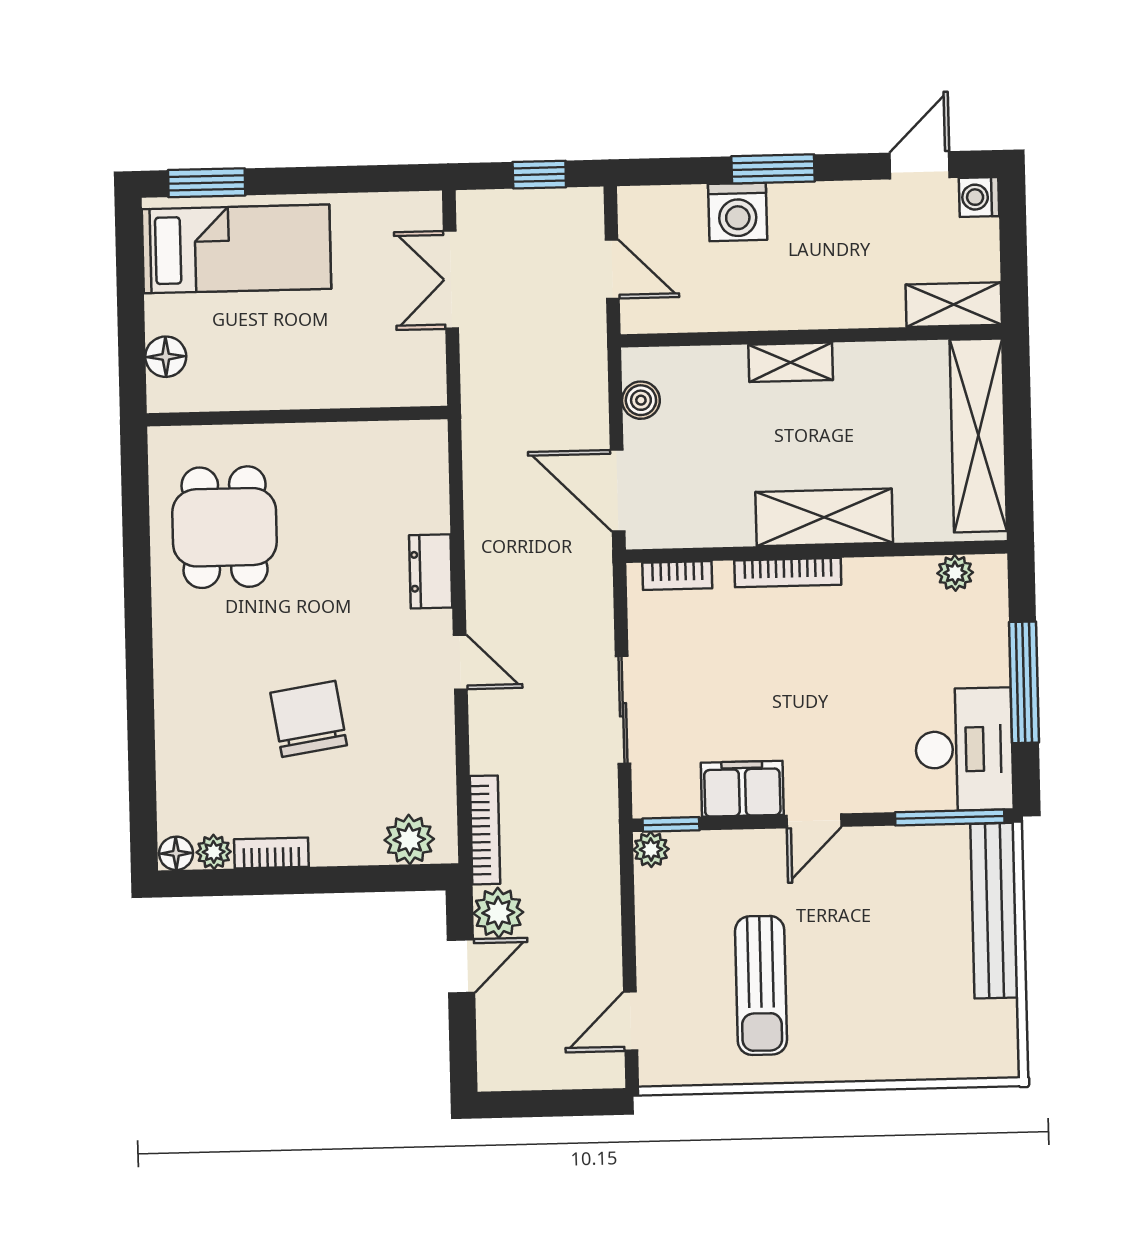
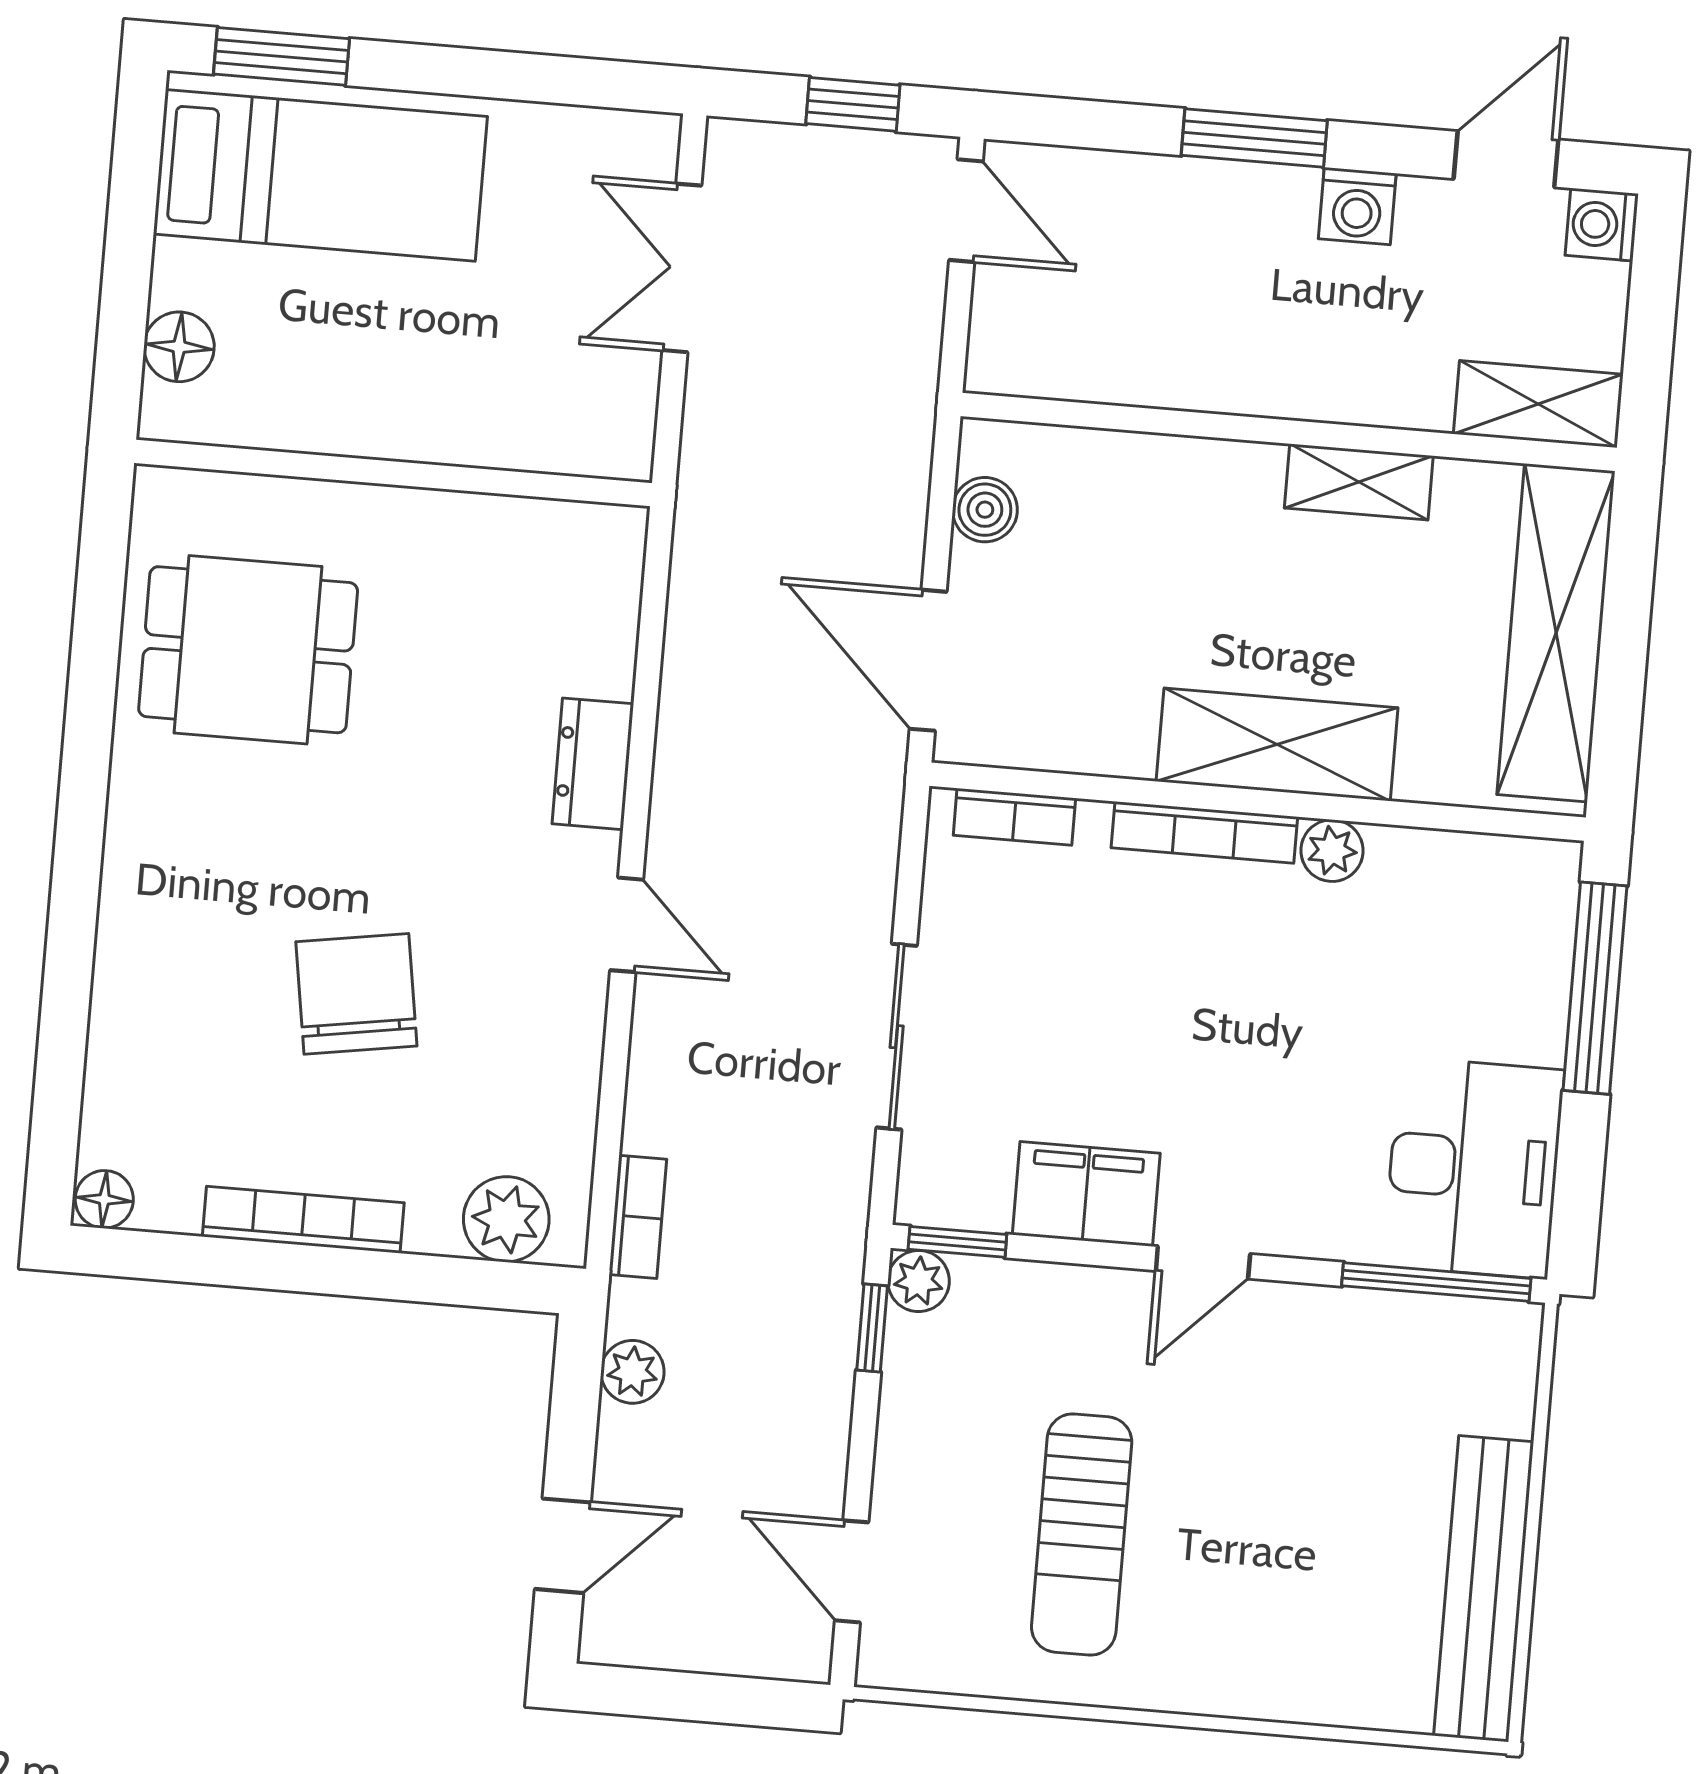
washing machine: (738, 212) -> (1357, 206), moved, width x0.73, depth x0.73
door: (612, 269) -> (966, 211), moved
shelving: (791, 362) -> (1359, 482), moved
dining table: (225, 527) -> (248, 650), turned 90
plant: (955, 573) -> (1332, 851), moved
window: (1024, 682) -> (1595, 988), moved
bookcase: (485, 830) -> (638, 1217), width x0.64
plant: (214, 852) -> (169, 1204), removed
bookcase: (271, 853) -> (303, 1220), width x1.56
window: (627, 879) -> (872, 1328), added
bench: (994, 911) -> (1484, 1589), moved
plant: (498, 913) -> (632, 1372), width x0.73, depth x0.73
door: (461, 966) -> (563, 1546), moved
door: (631, 1021) -> (852, 1571), hinge flipped

